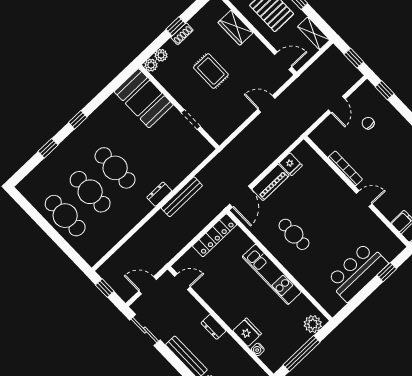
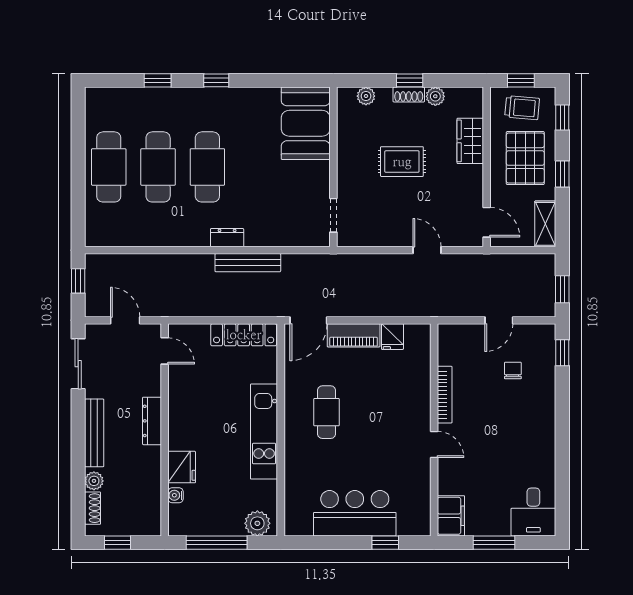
plant: (151, 65) -> (435, 96), moved
rug: (211, 71) -> (402, 162), turned 90
doorway: (191, 119) -> (333, 215), moved
dresser: (213, 327) -> (152, 421), width x1.44

